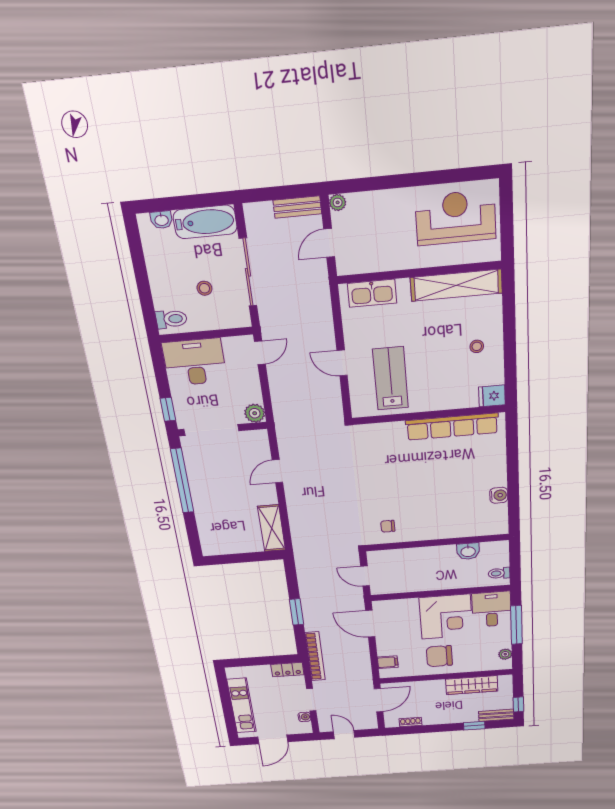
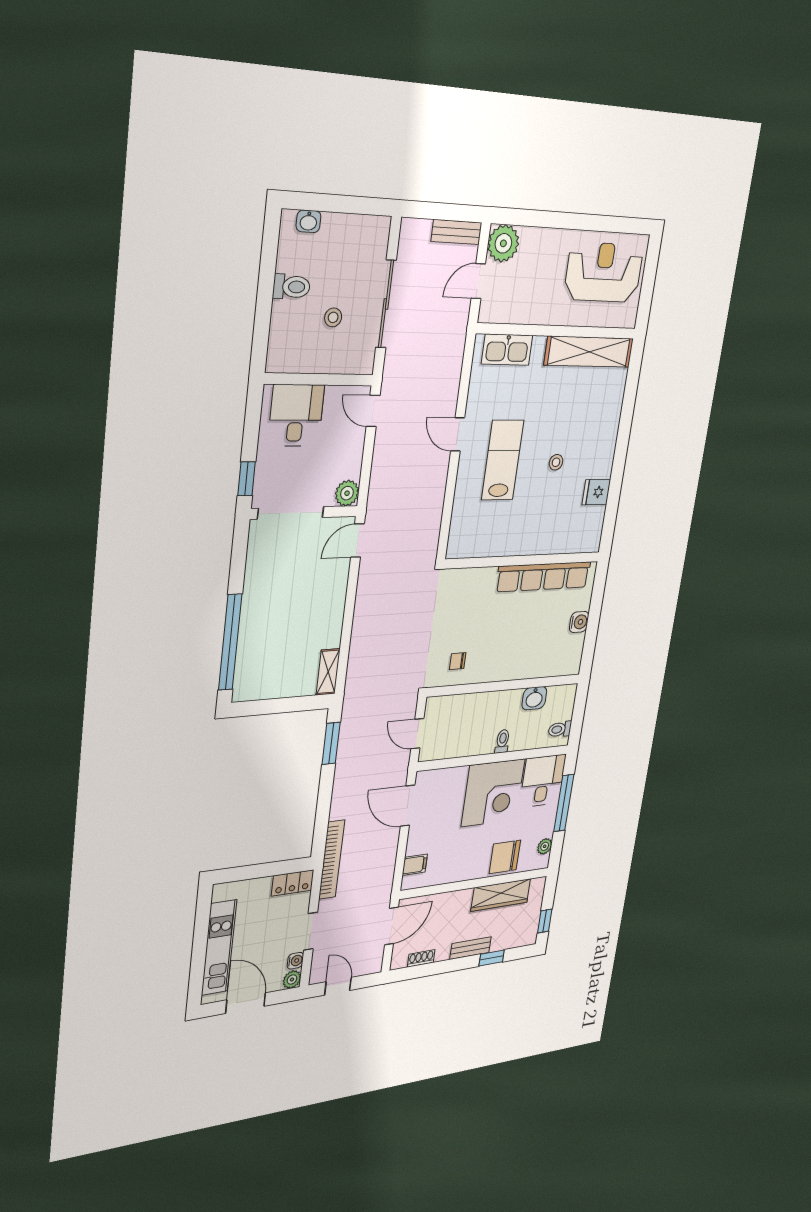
plant: (338, 202) -> (503, 243), width x1.88, depth x1.88
bathtub: (205, 222) -> (356, 233), removed
toilet: (171, 319) -> (292, 287), moved
stool: (477, 346) -> (556, 462), moved
door: (260, 353) -> (373, 411), swing flipped
desk: (195, 362) -> (296, 415), width x0.73
wall: (428, 415) -> (523, 560), moved
row of seats: (452, 427) -> (543, 577), moved
door: (277, 471) -> (358, 541), moved
window: (182, 481) -> (230, 642), moved
shelving: (272, 528) -> (328, 672), width x0.67, depth x0.75
toilet: (445, 582) -> (502, 741), added
window: (296, 612) -> (331, 743), moved
chair: (439, 656) -> (505, 857), moved
bench: (496, 715) -> (471, 948), moved
plant: (305, 728) -> (292, 980), added
door: (273, 739) -> (246, 1003), swing flipped

